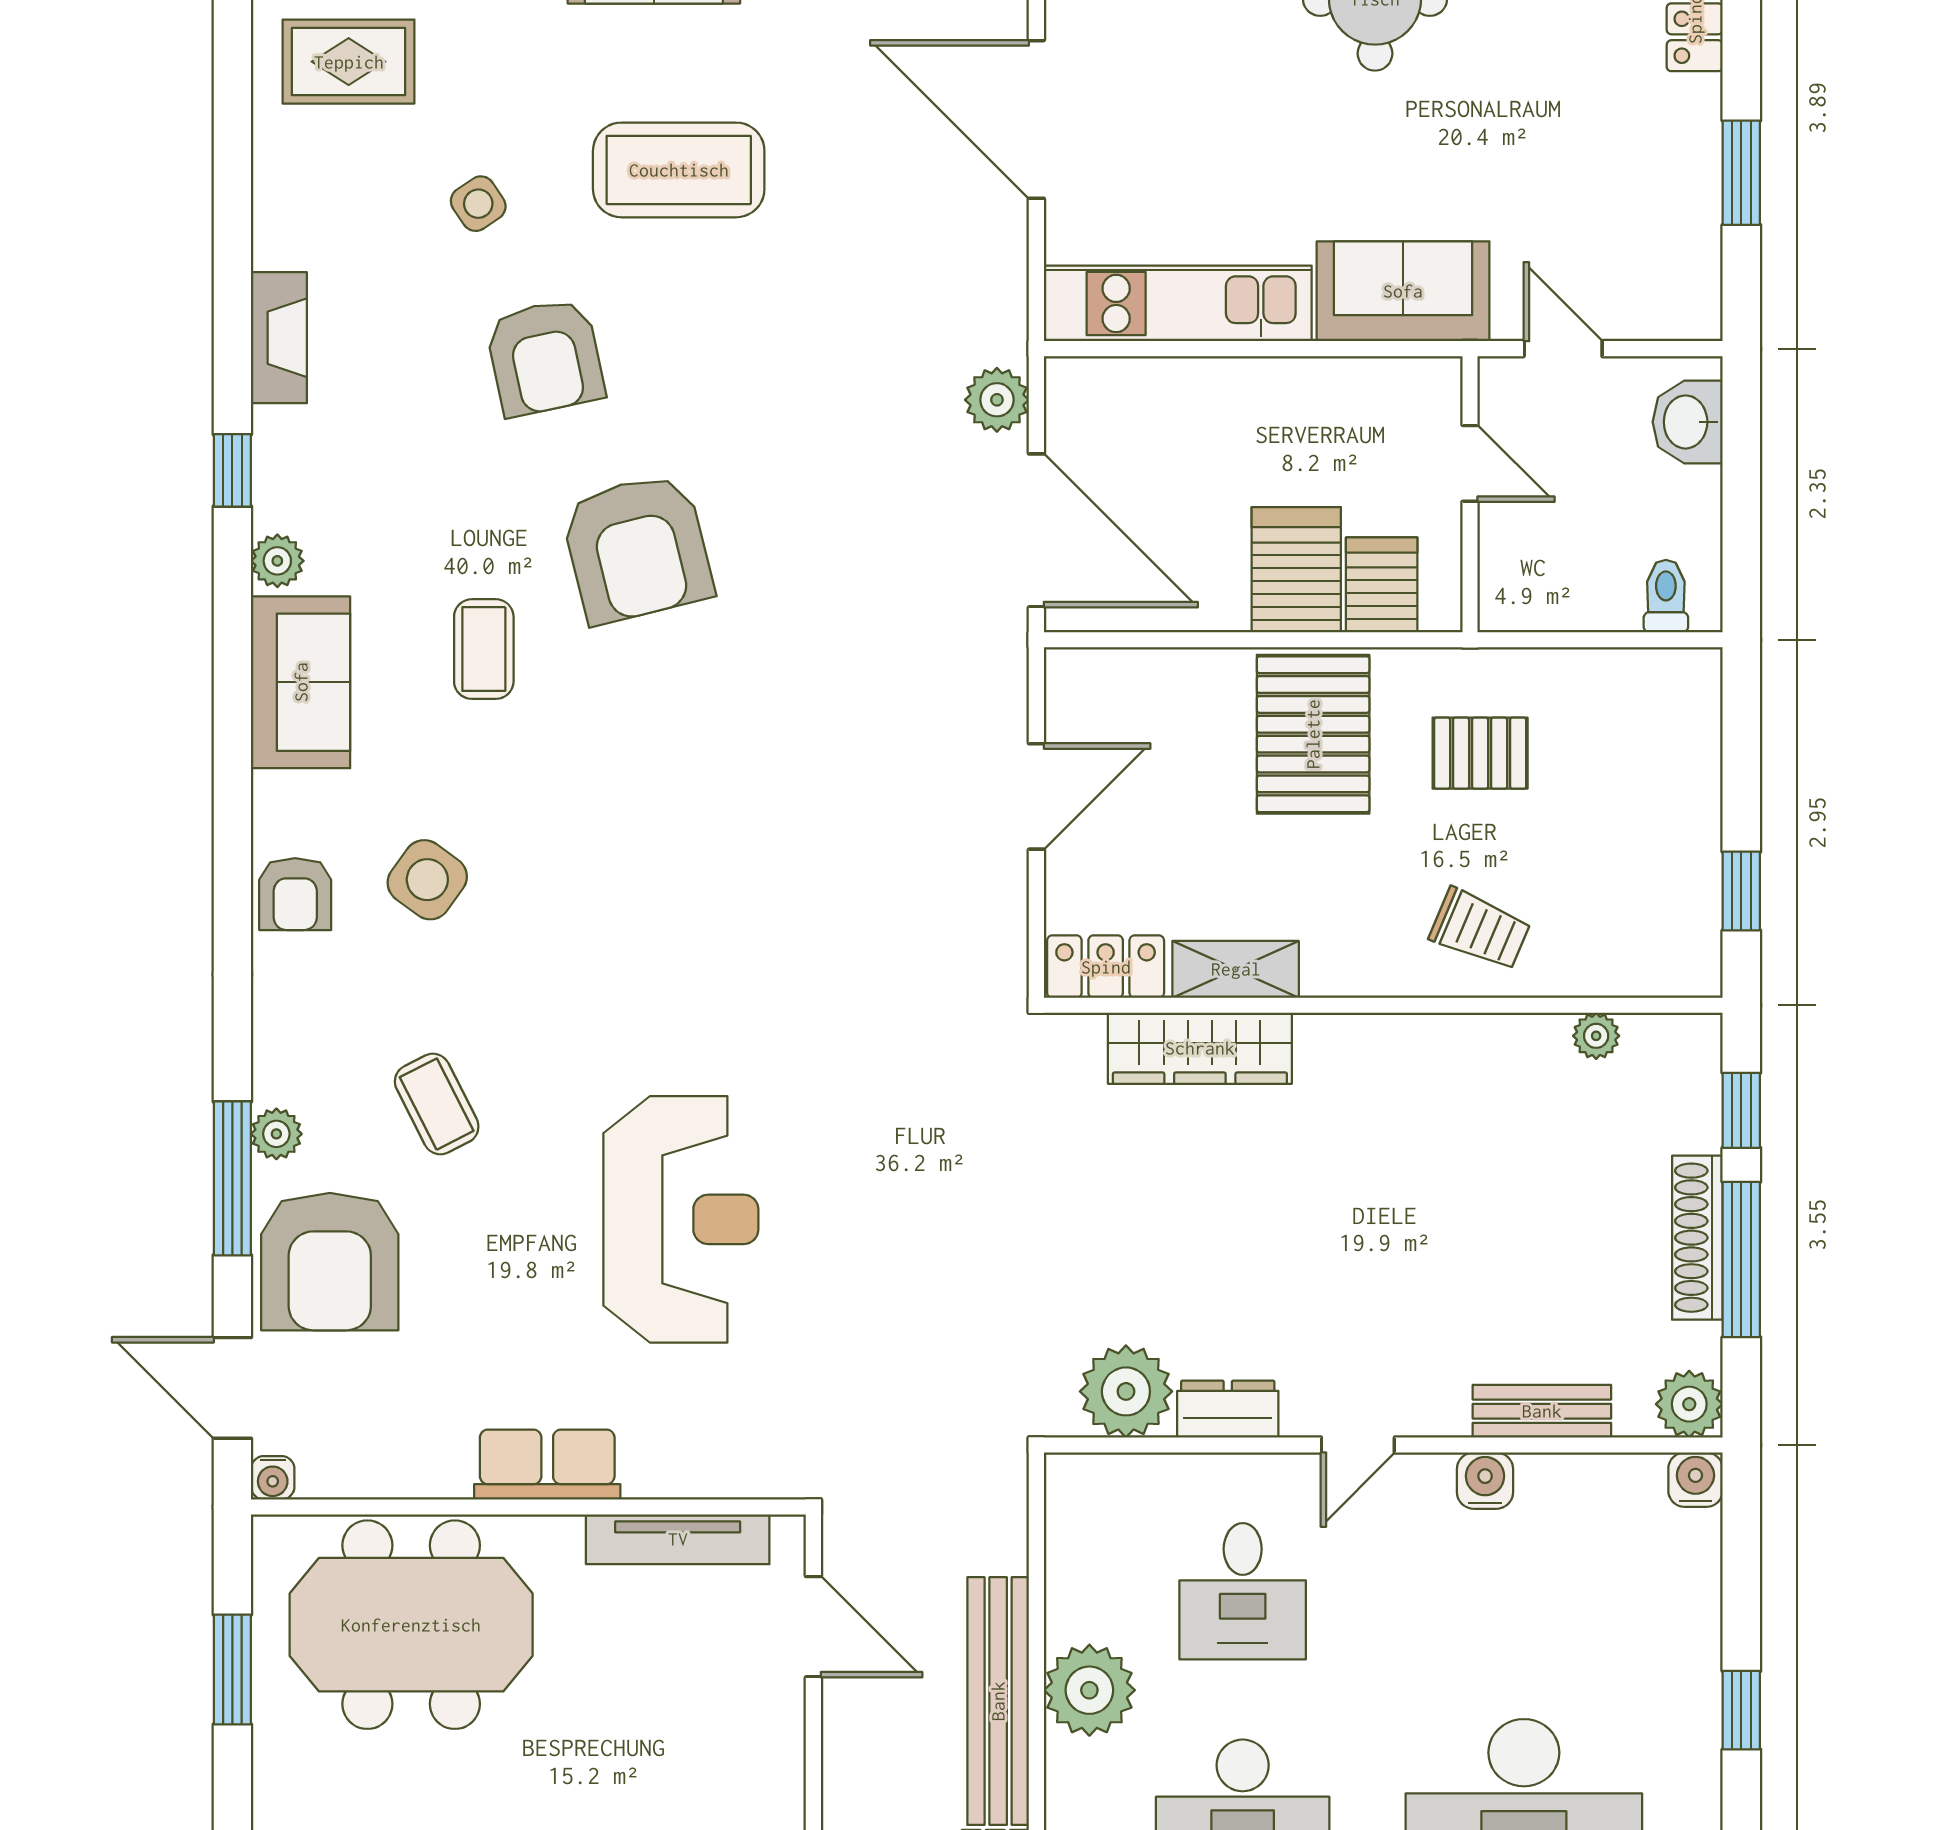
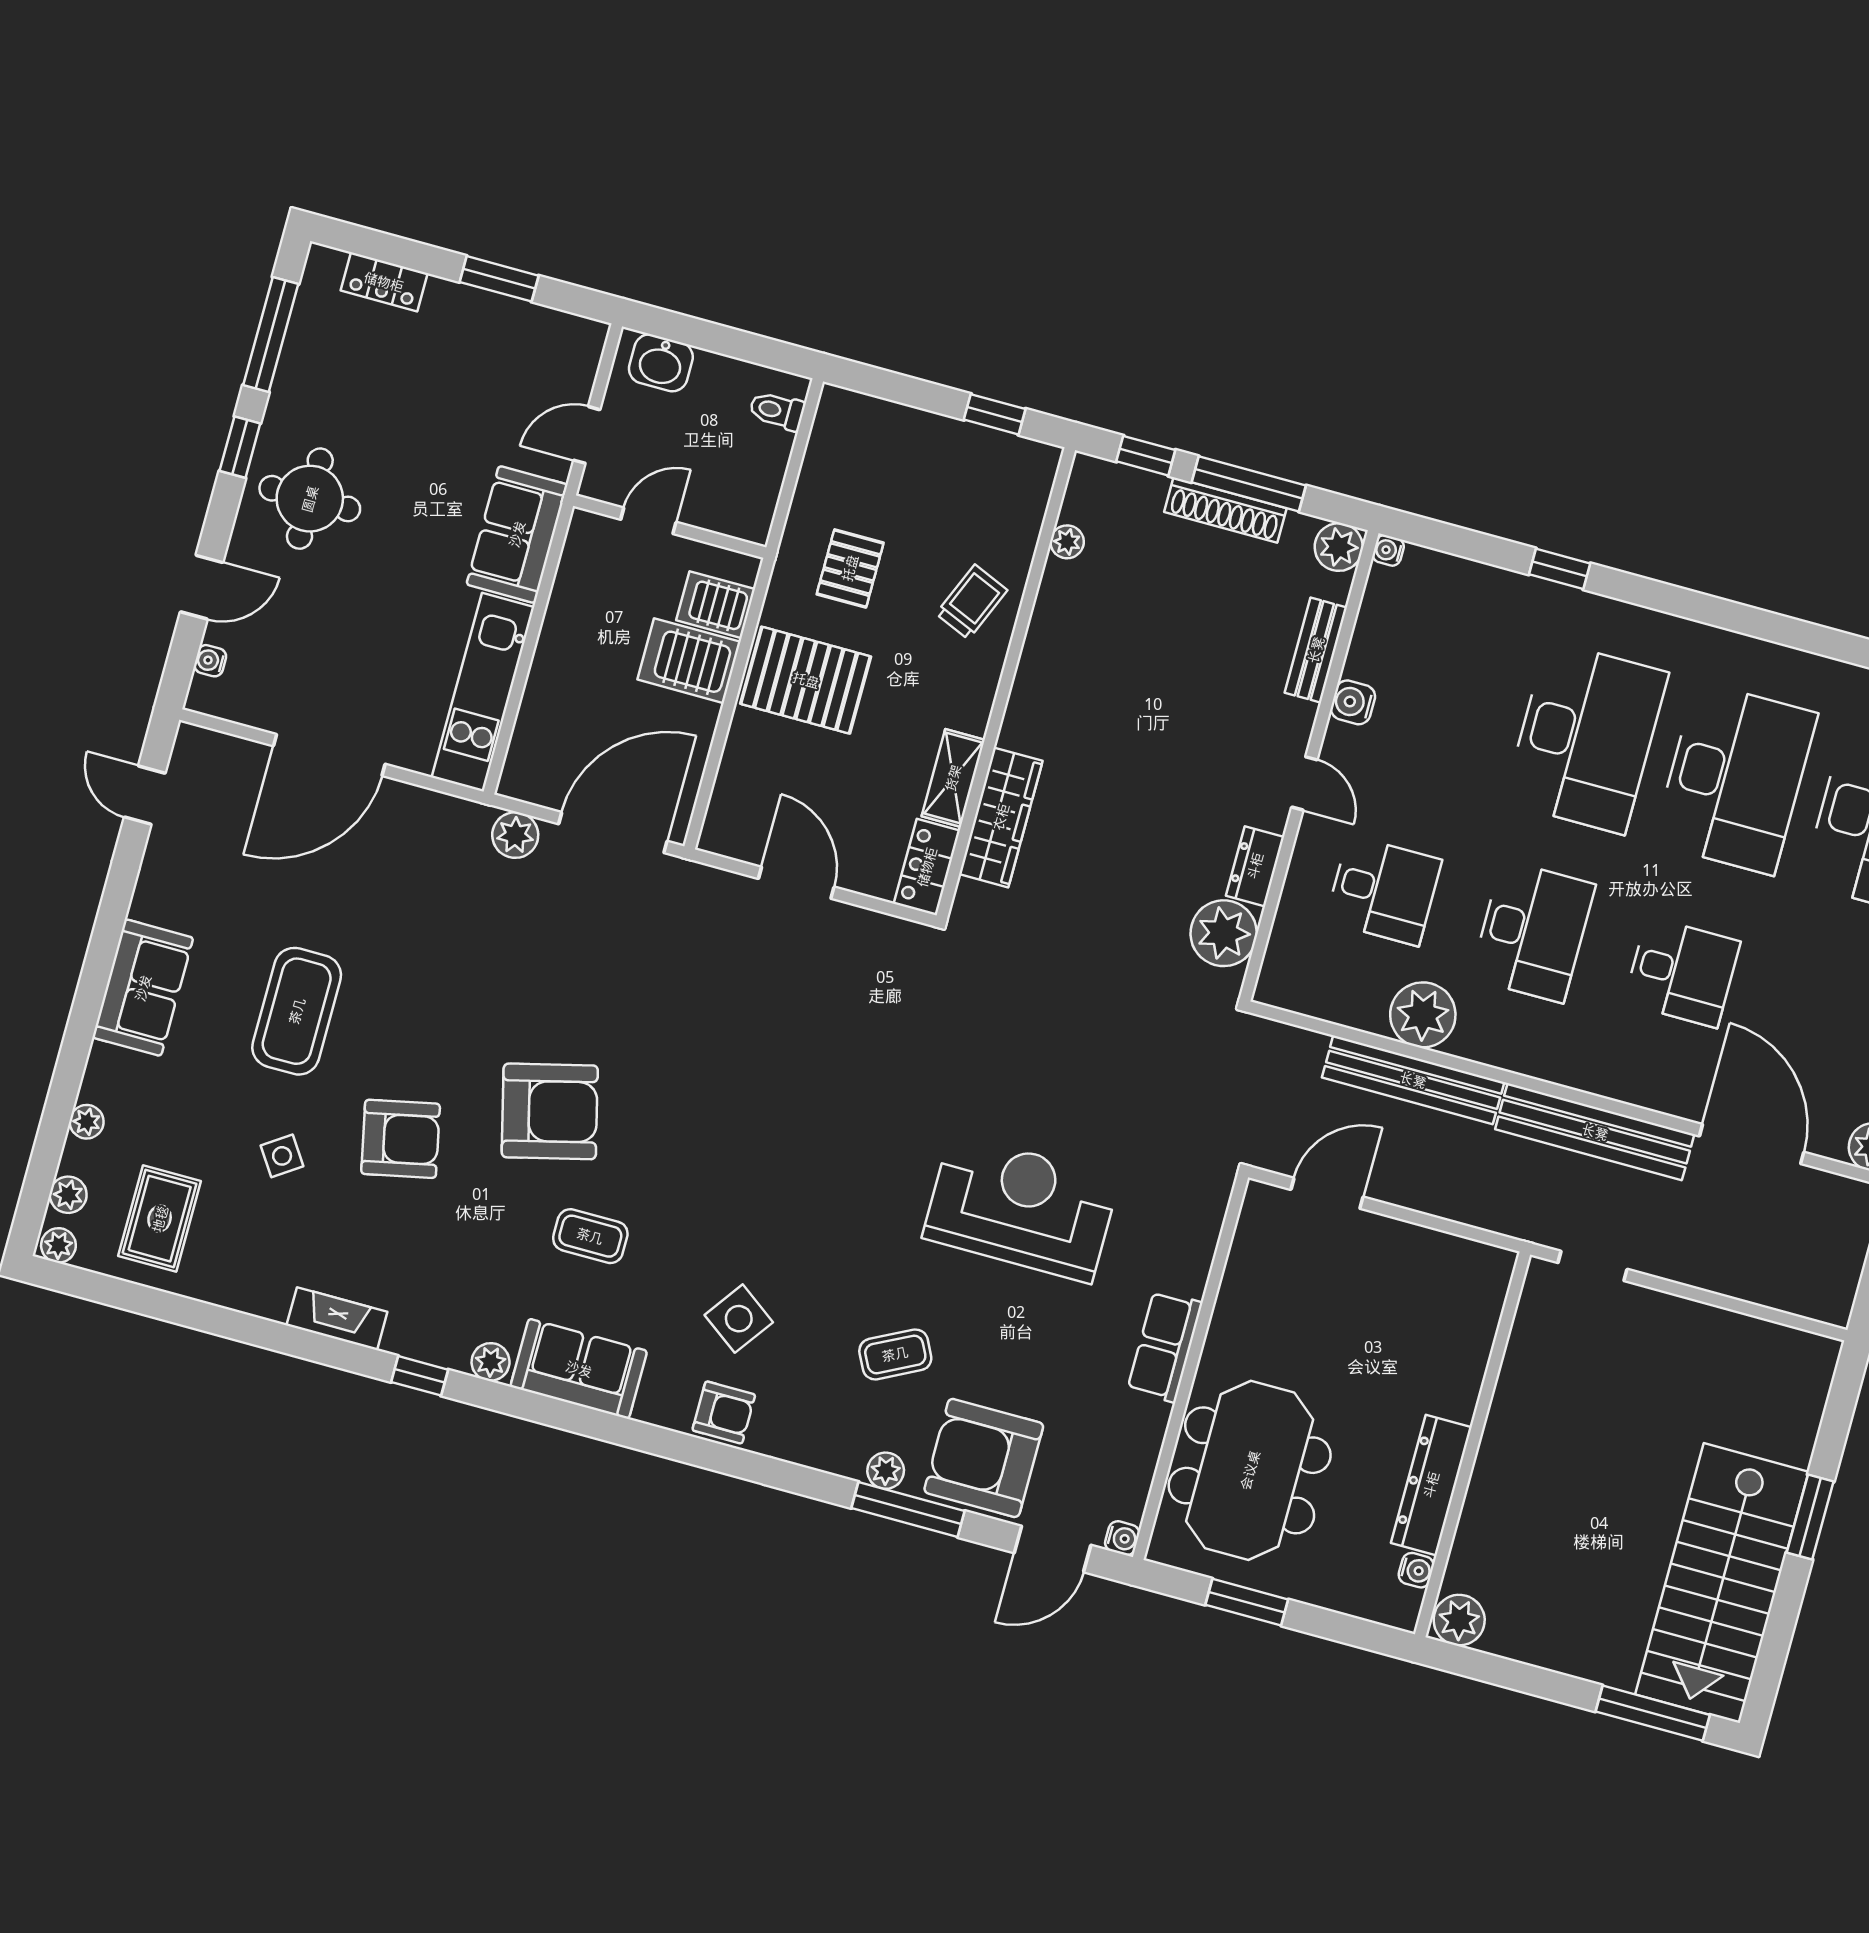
armchair: (330, 1262) -> (984, 1458), turned 180
water cooler: (1696, 1480) -> (1388, 550), width x0.72, depth x0.72
tv unit: (678, 1539) -> (1241, 1270), removed

